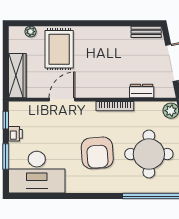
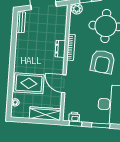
dresser: (142, 91) -> (60, 49), moved
printer: (15, 134) -> (74, 117), moved
armchair: (97, 153) -> (103, 62), turned 101

